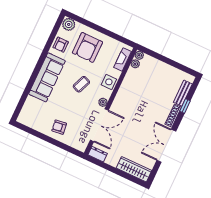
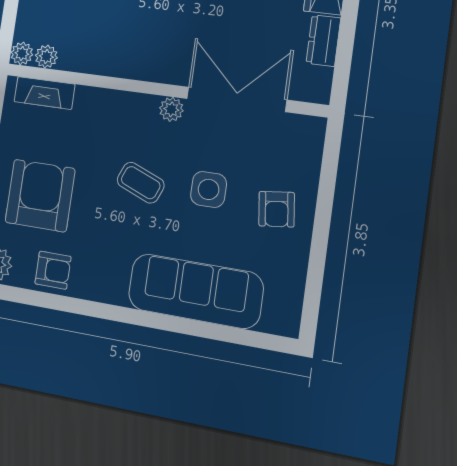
armchair: (87, 47) -> (40, 196), turned -90
sofa: (47, 77) -> (195, 291), moved
side table: (109, 82) -> (209, 189), moved
dresser: (98, 154) -> (323, 41), moved

